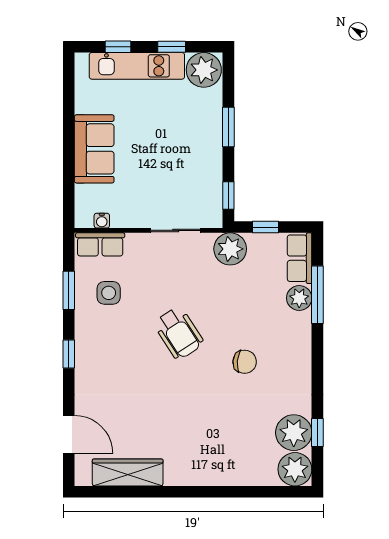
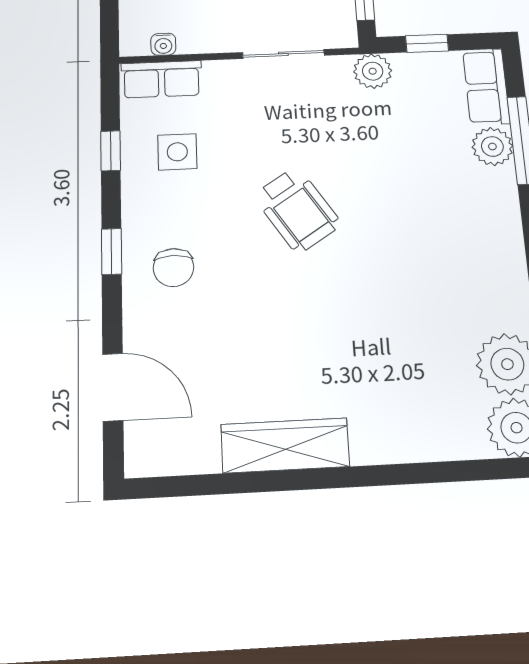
plant: (230, 249) -> (373, 71), width x0.73, depth x0.73
window: (69, 290) -> (111, 151), width x0.67
chair: (245, 362) -> (173, 268), moved, turned 85
wardrobe: (128, 472) -> (285, 445), moved

